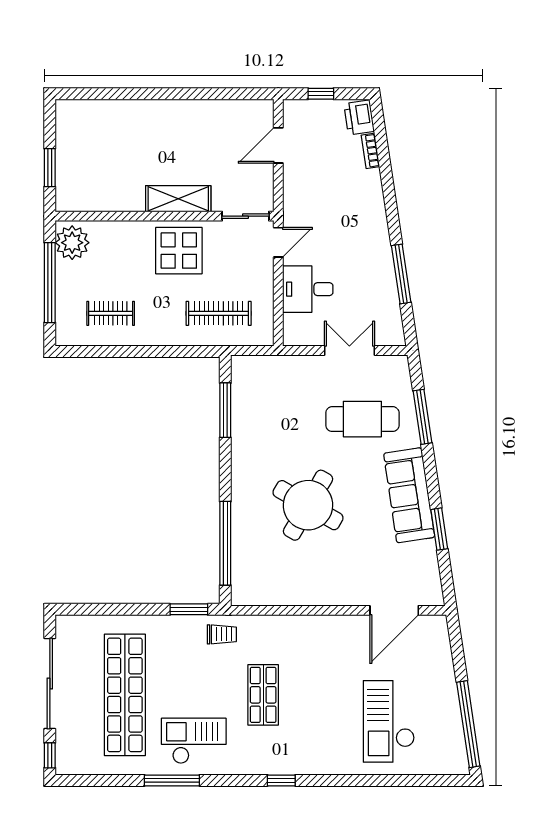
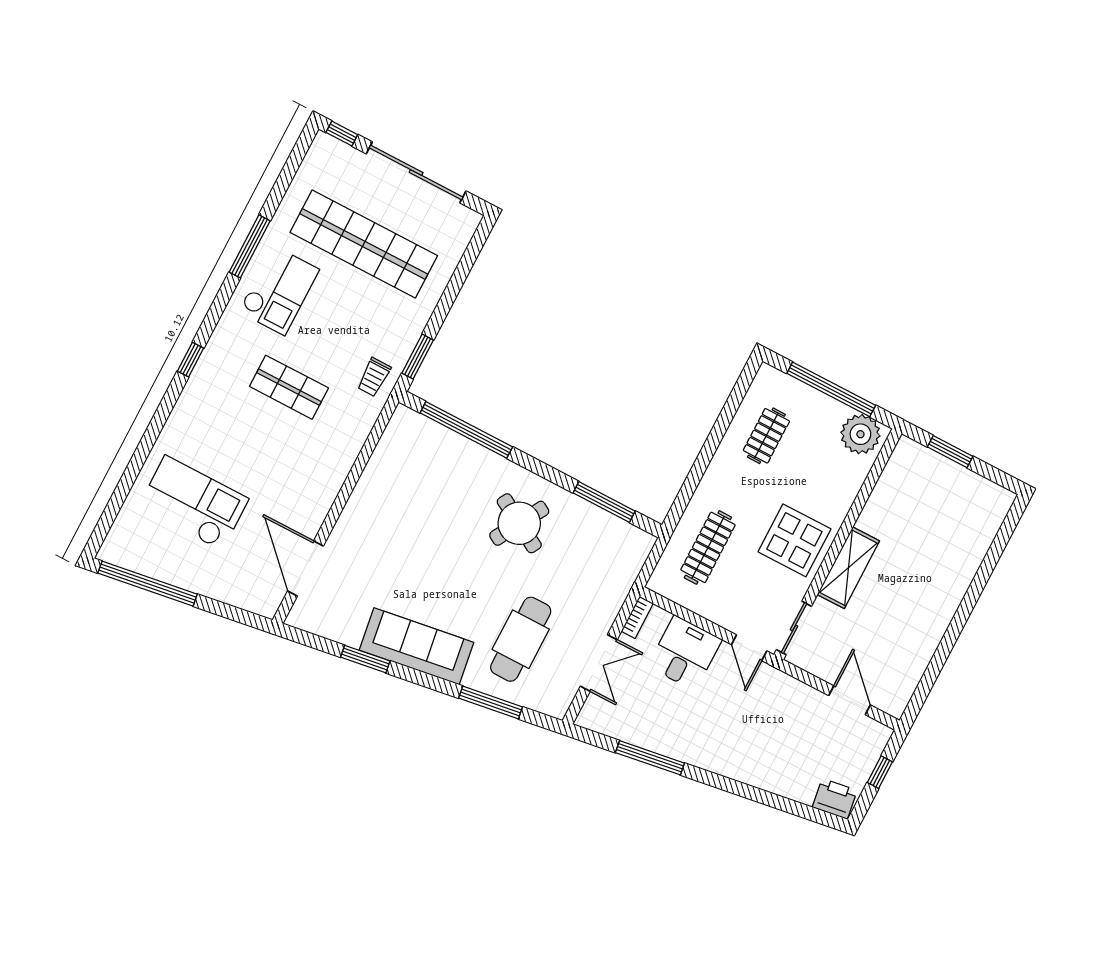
bookcase: (370, 151) -> (637, 617), moved, turned 98
round table: (308, 505) -> (519, 523), moved, width x0.73, depth x0.73

